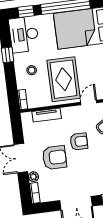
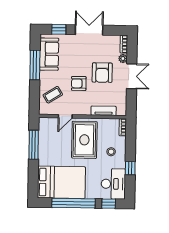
armchair: (54, 157) -> (102, 73), turned -90

